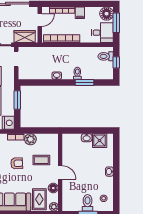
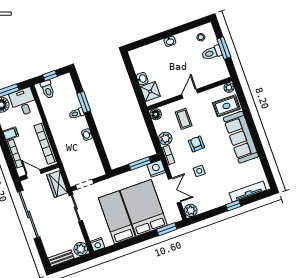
window: (17, 100) -> (140, 163), moved
shower: (100, 141) -> (150, 91), moved
floor lamp: (53, 188) -> (156, 114), moved

